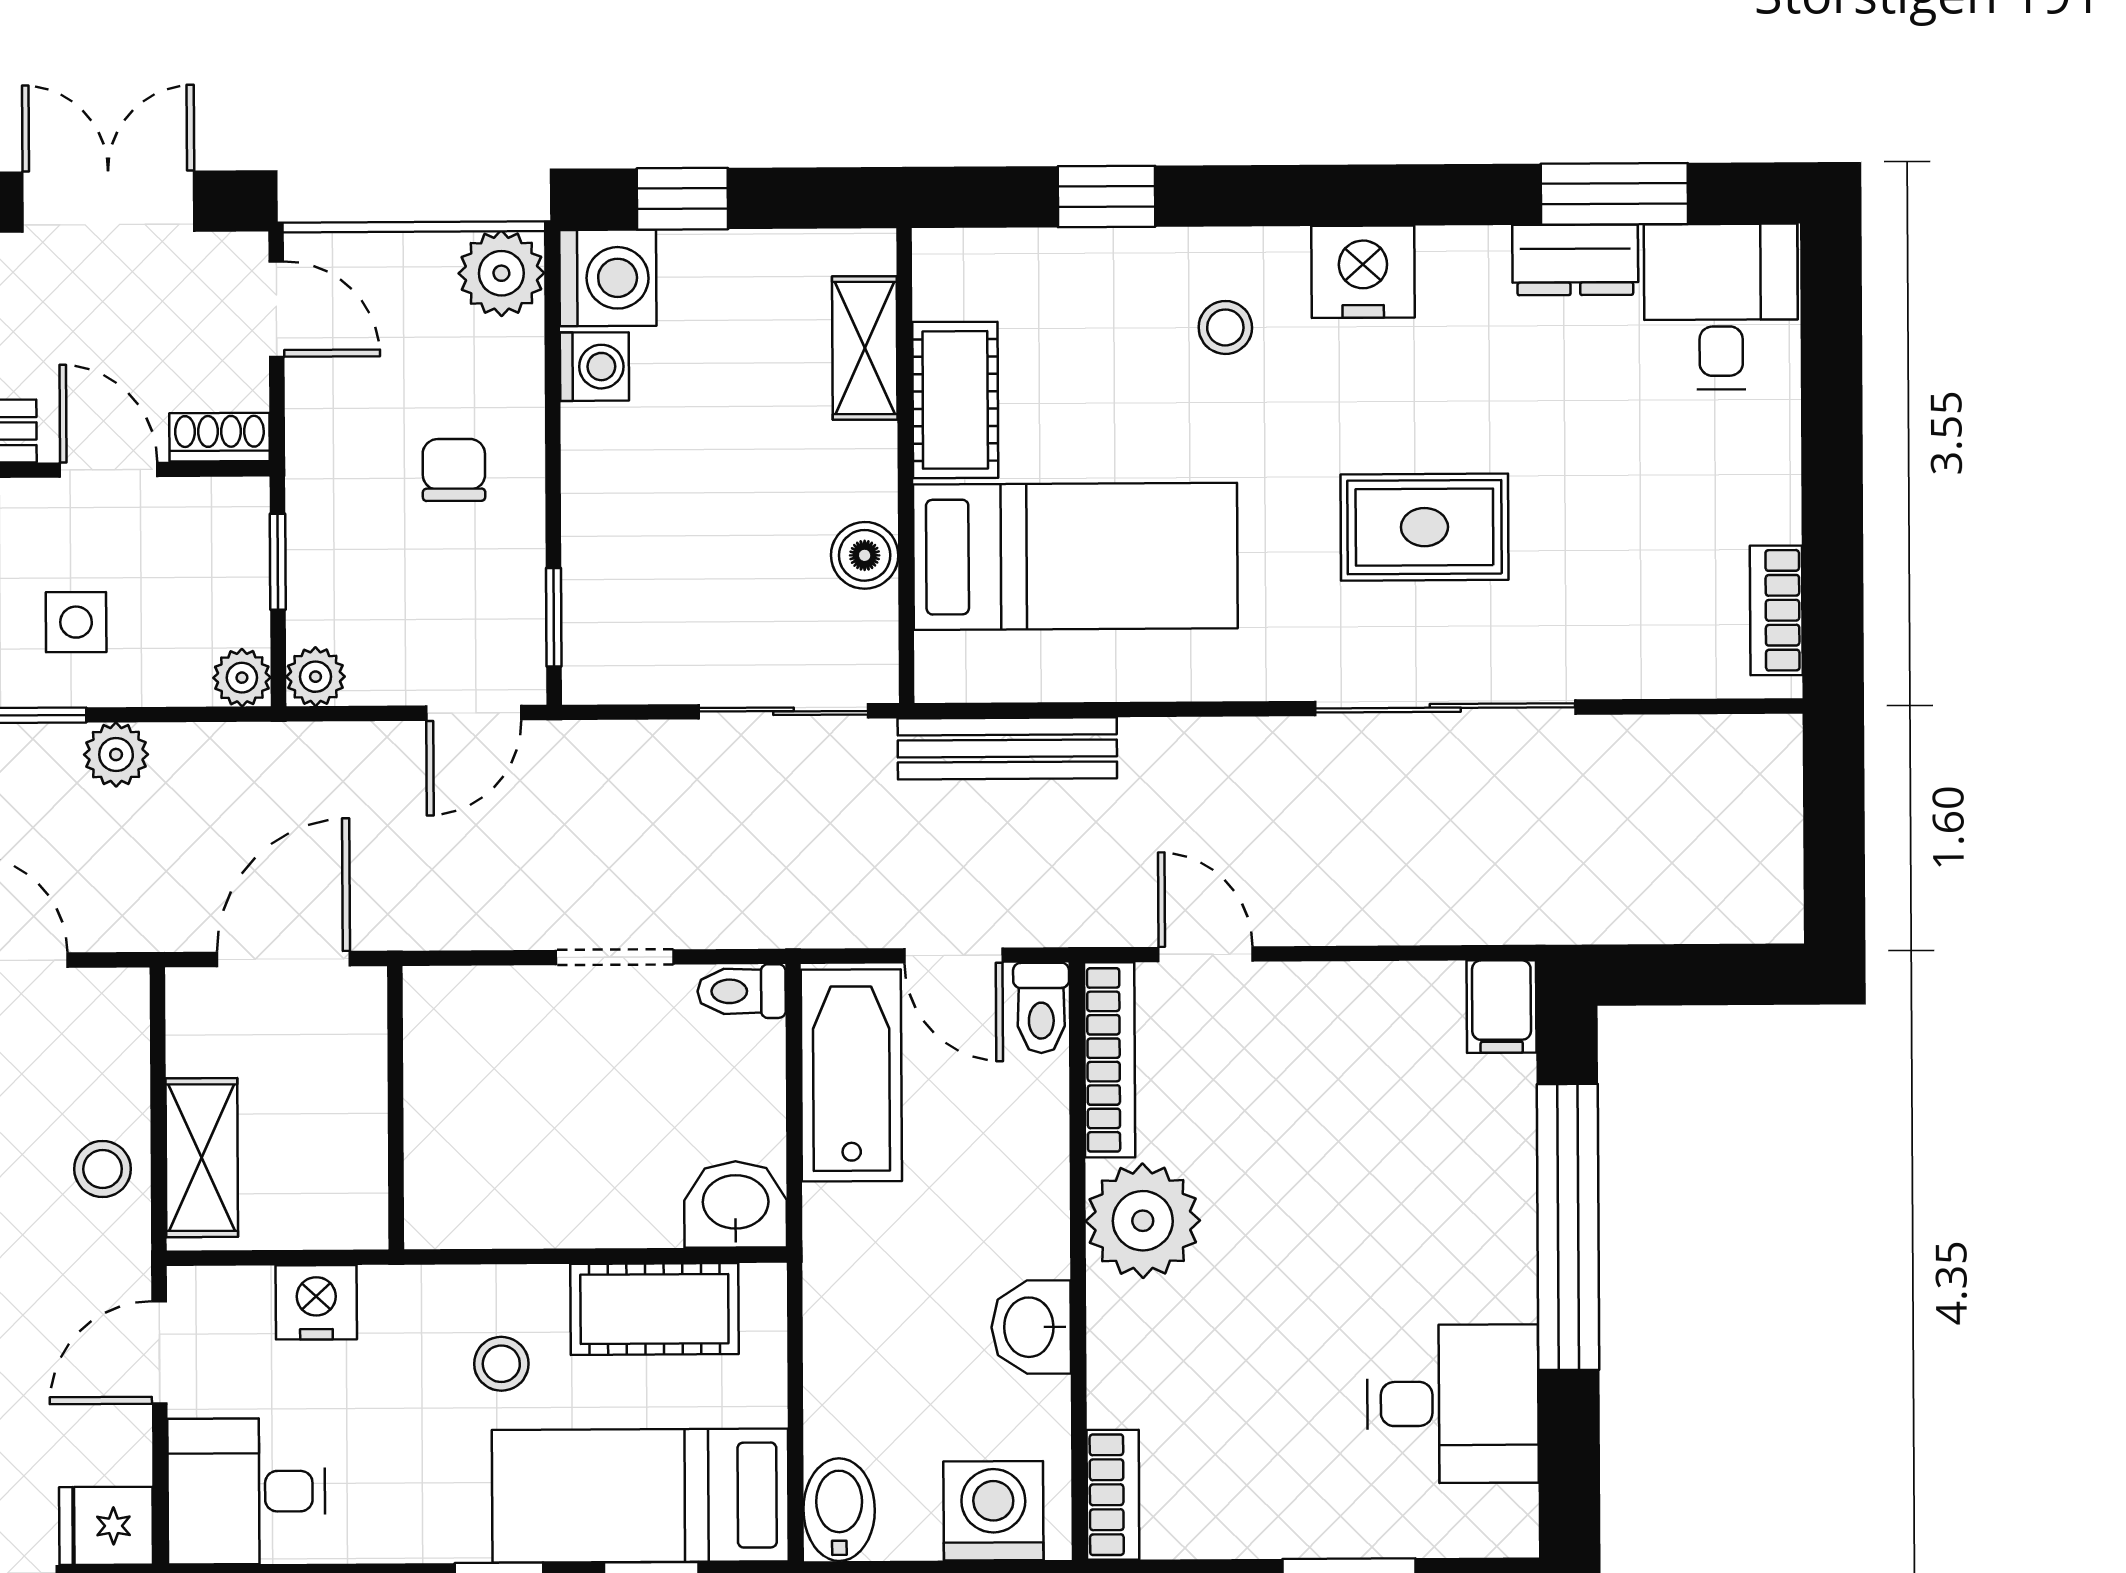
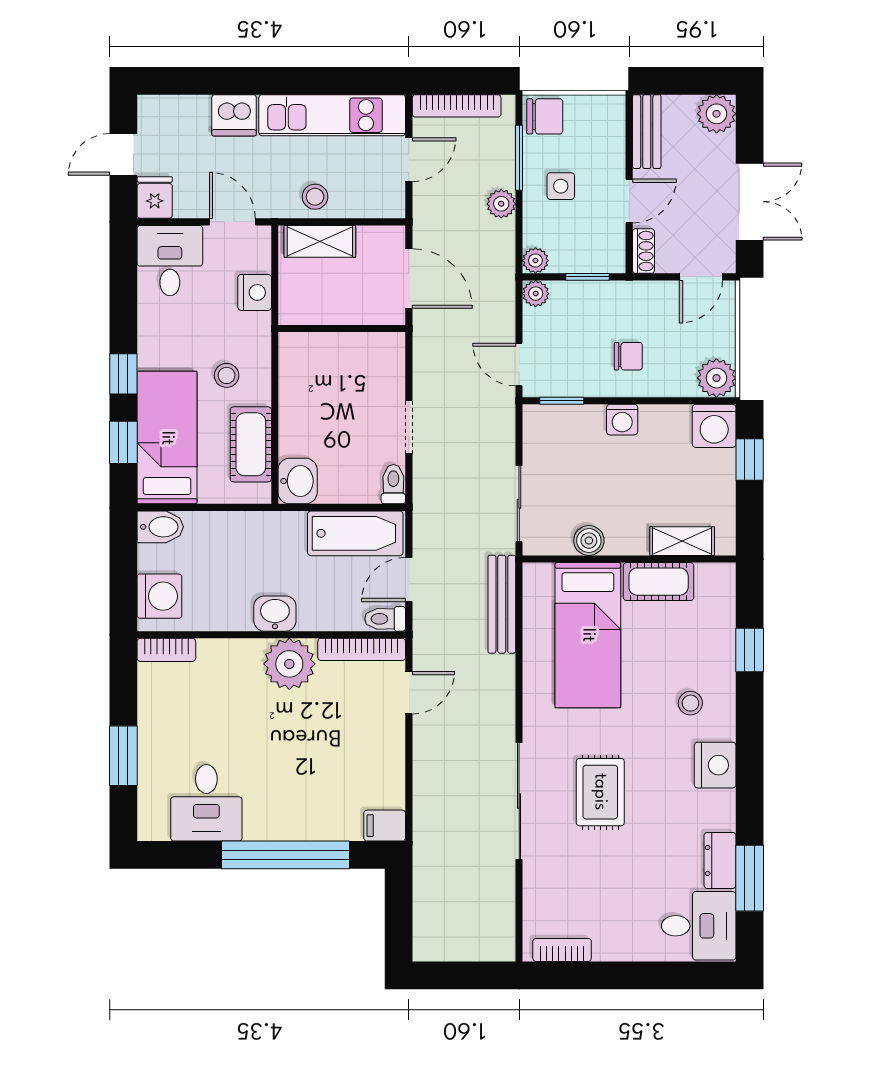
washing machine: (594, 367) -> (622, 420), moved
washbasin: (1031, 1327) -> (275, 614), moved

